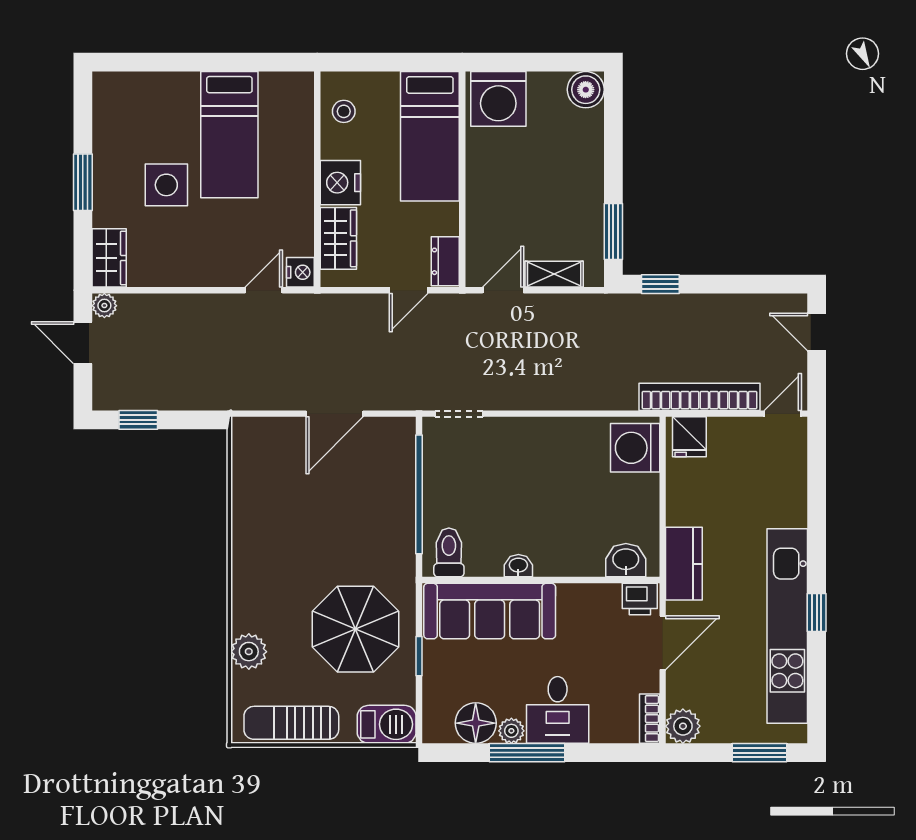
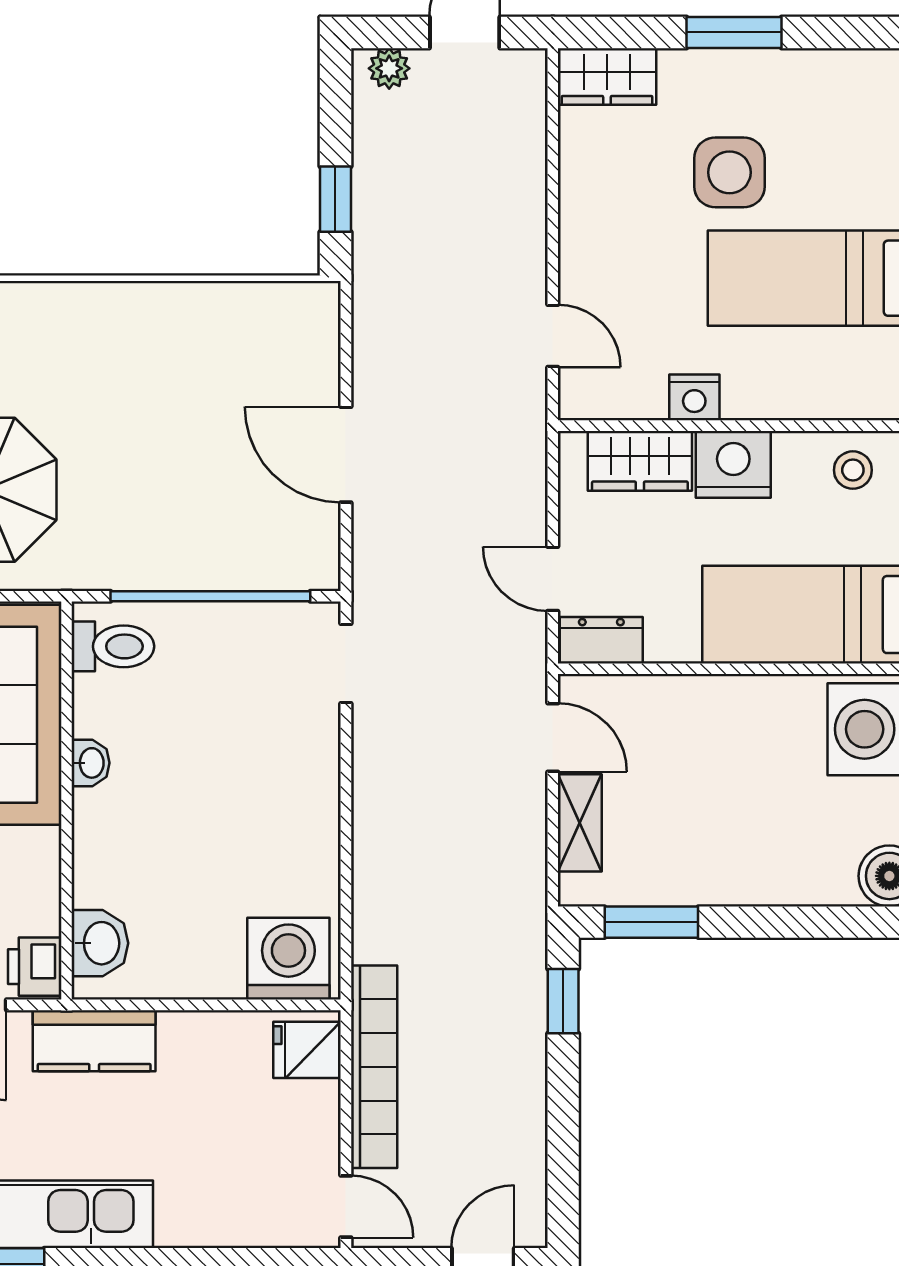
nightstand: (300, 272) -> (694, 397), moved
plant: (104, 306) -> (389, 68), moved
window: (138, 420) -> (335, 199), moved

